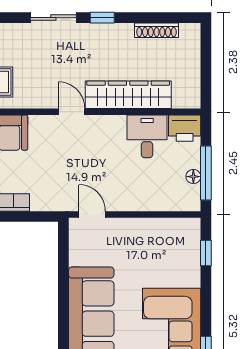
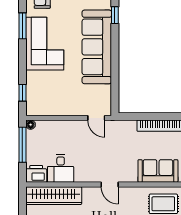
wardrobe: (128, 95) -> (54, 196), moved
floor lamp: (193, 177) -> (31, 125), moved

